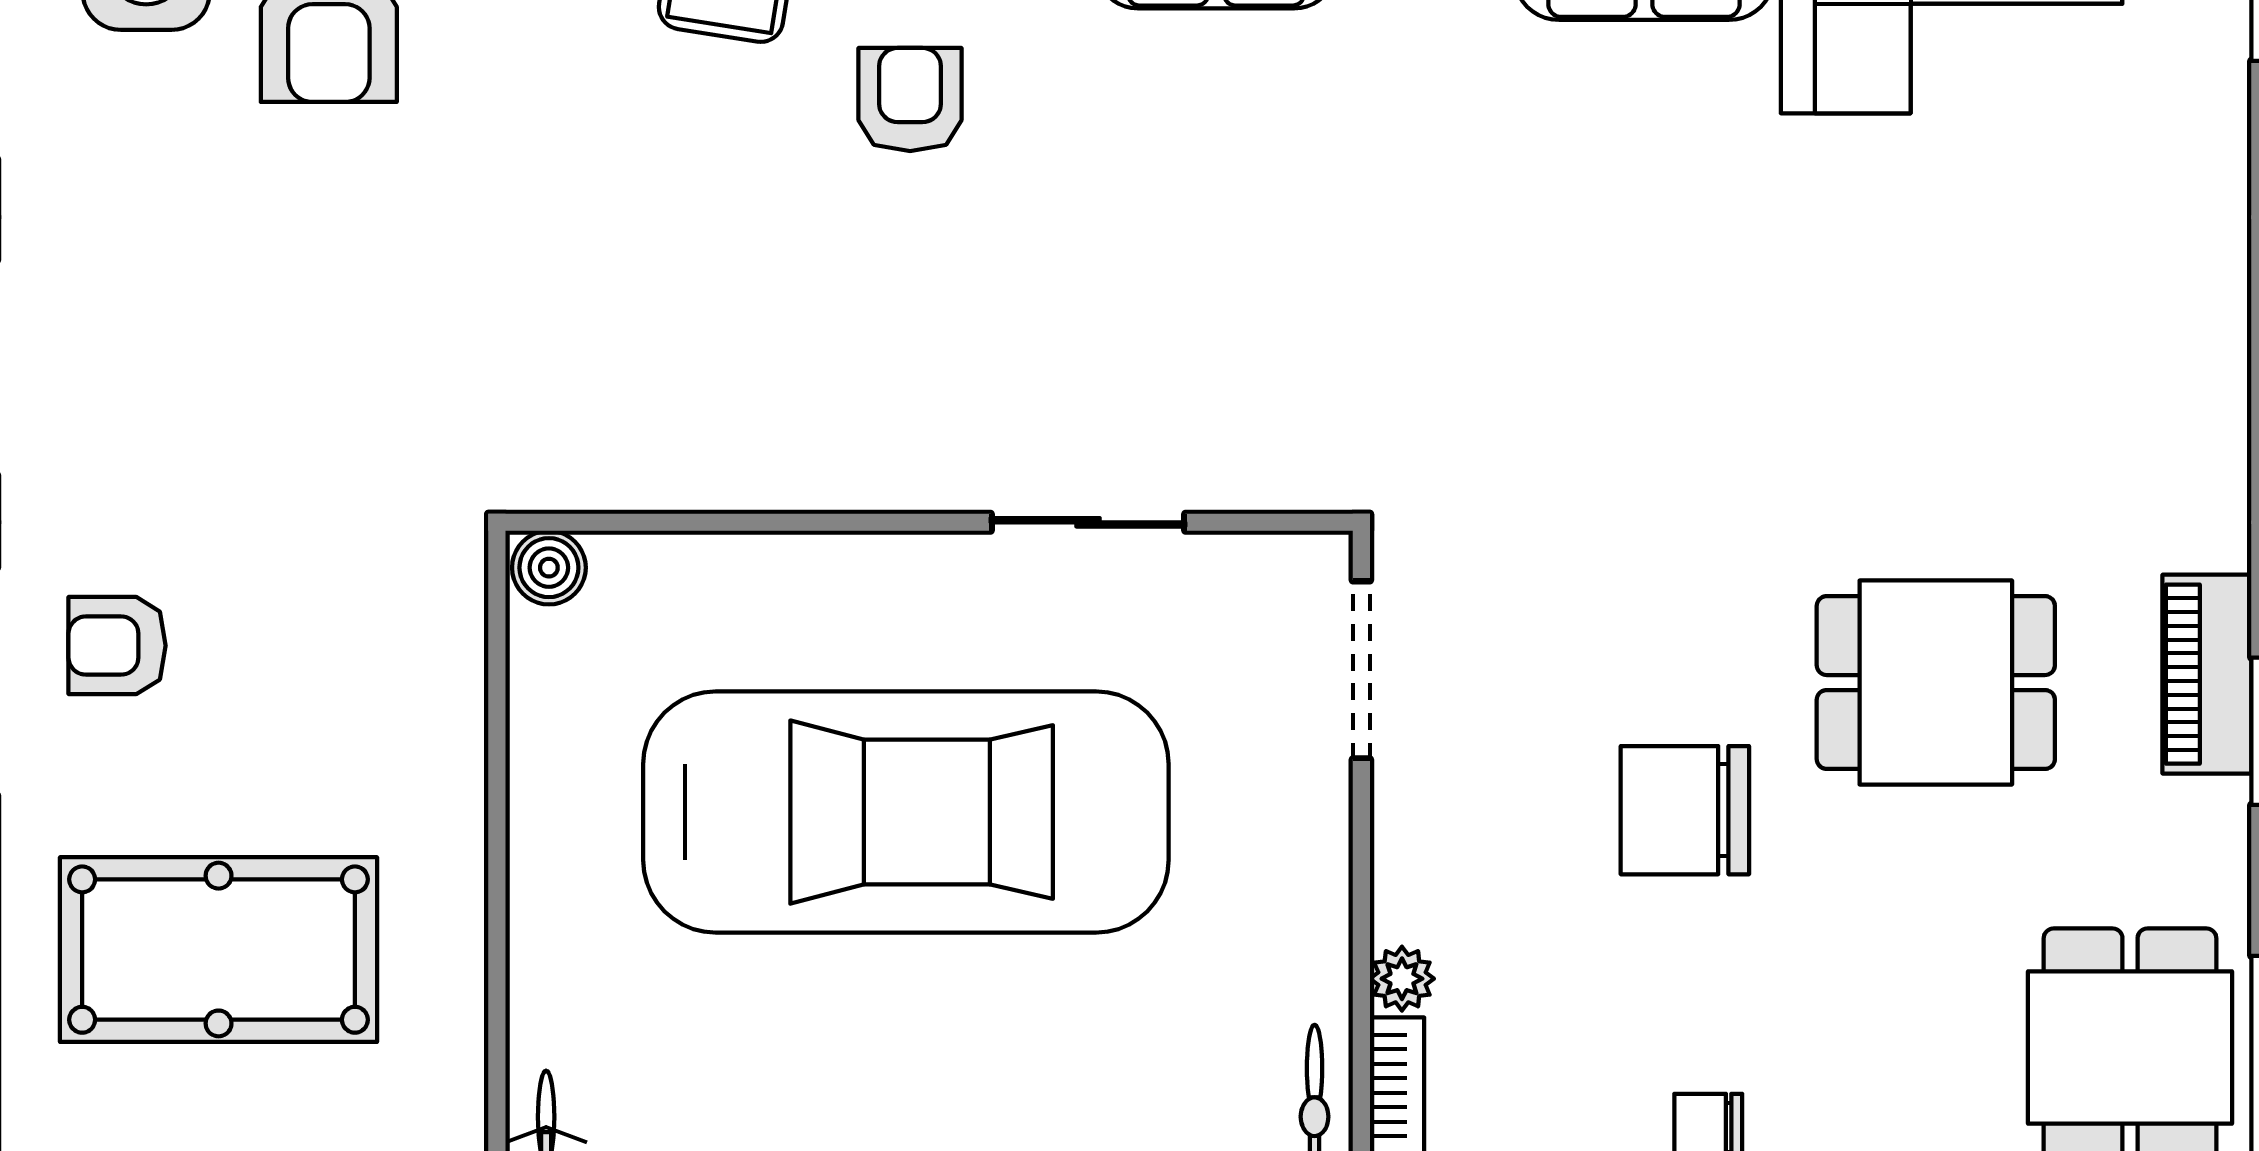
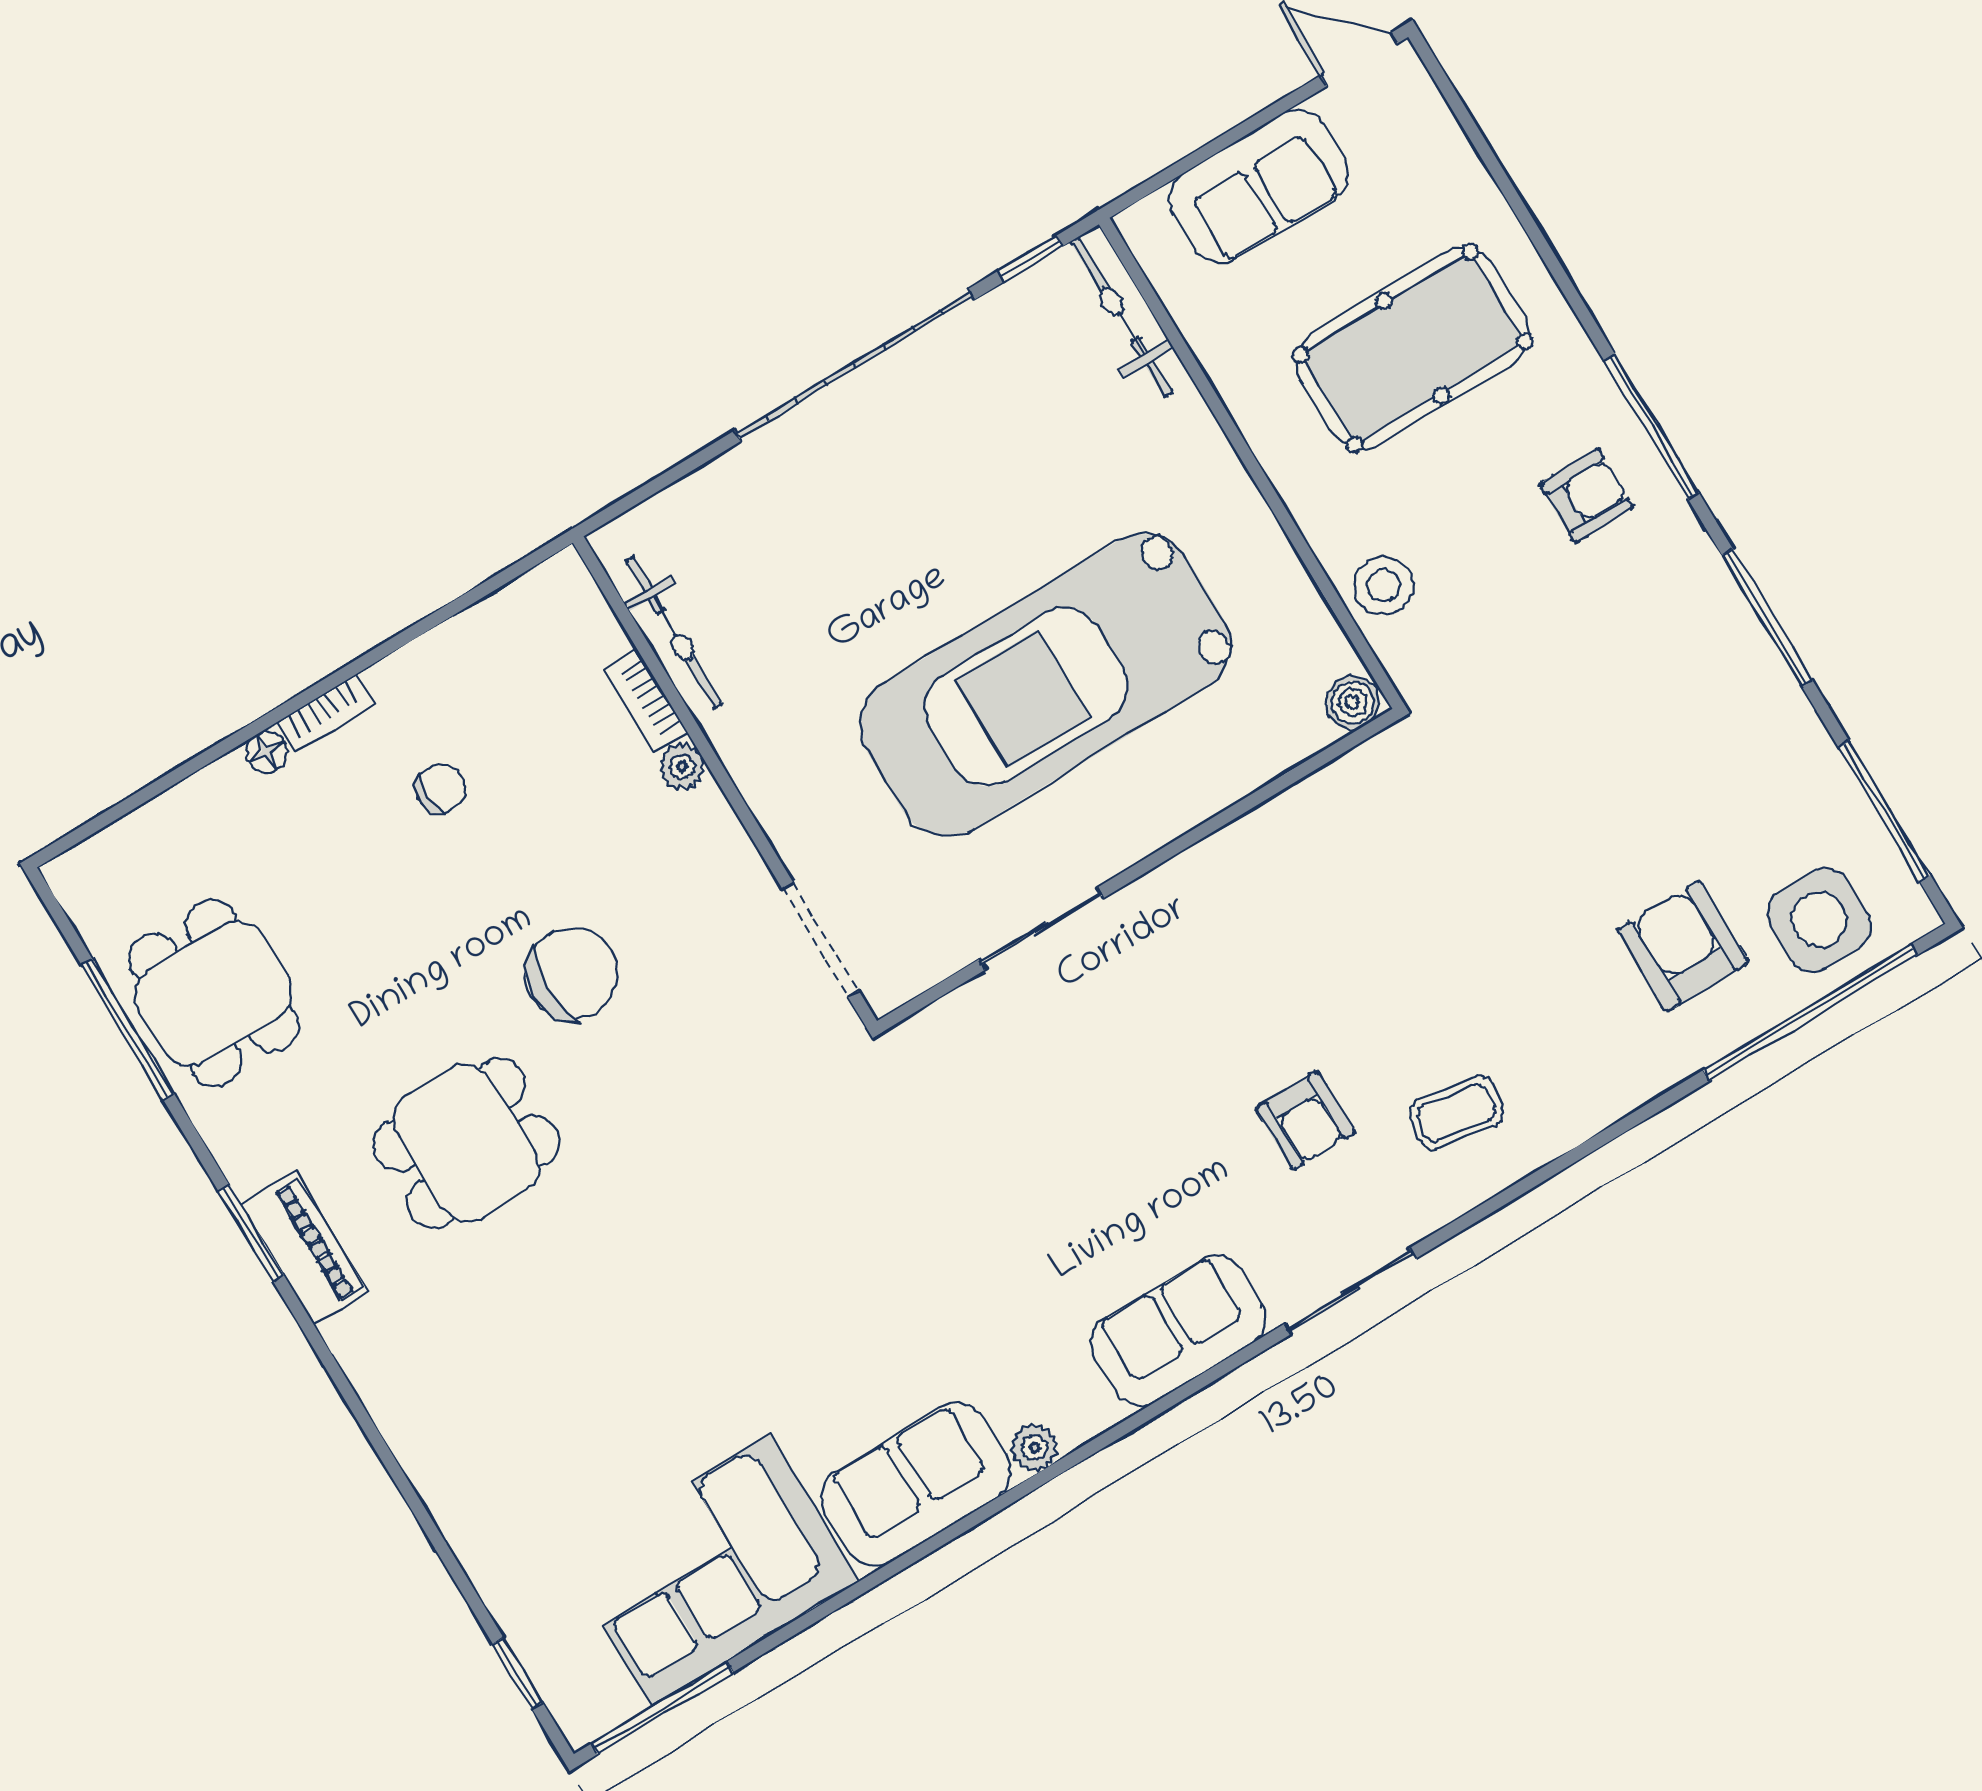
stool: (427, 686) -> (1383, 586), added

